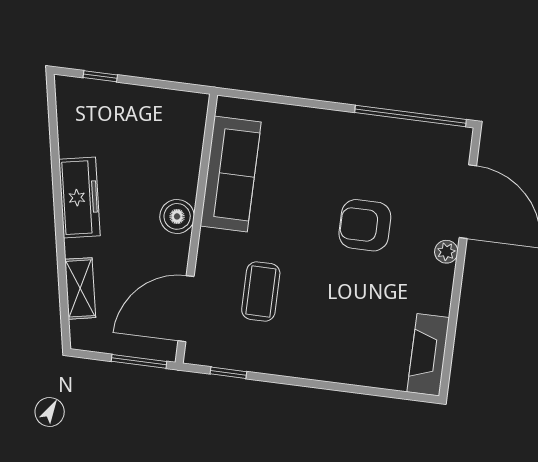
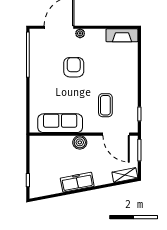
armchair: (365, 225) -> (74, 67), turned 180
shelving: (80, 288) -> (125, 175), moved
coffee table: (261, 292) -> (105, 105), turned 90

